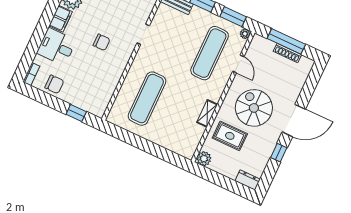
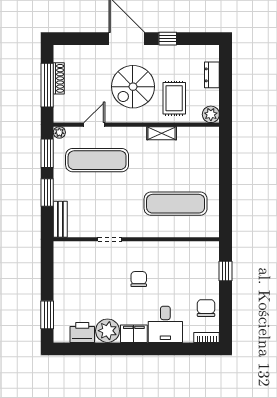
dresser: (248, 180) -> (212, 75), moved

